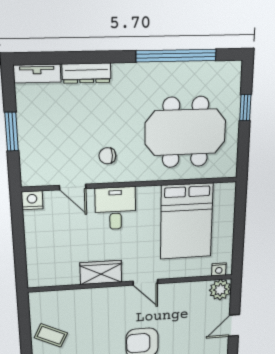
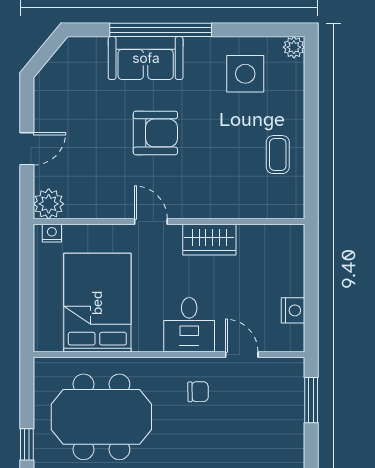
window: (12, 132) -> (311, 400), moved
nightstand: (32, 200) -> (293, 310), moved, turned -90
coffee table: (51, 335) -> (278, 155), turned 64

